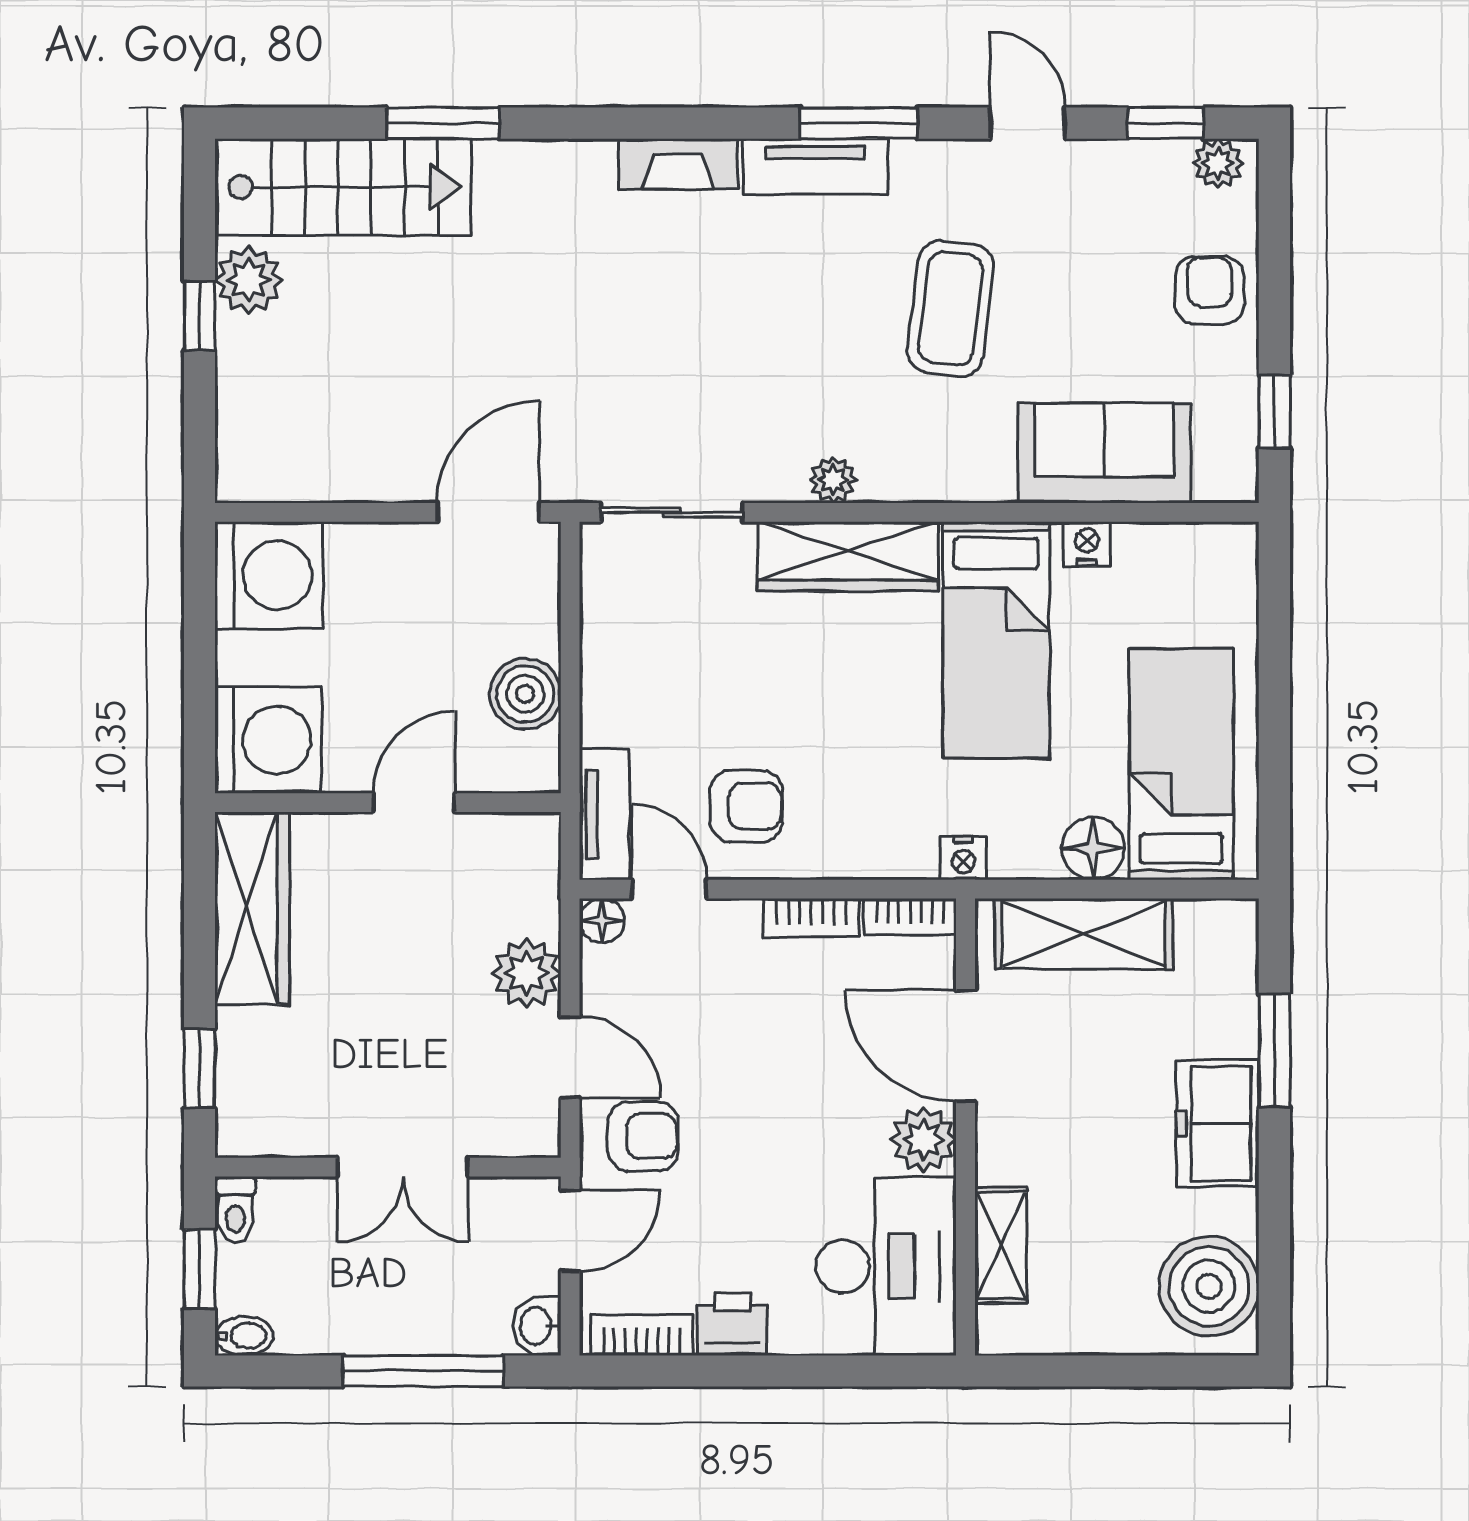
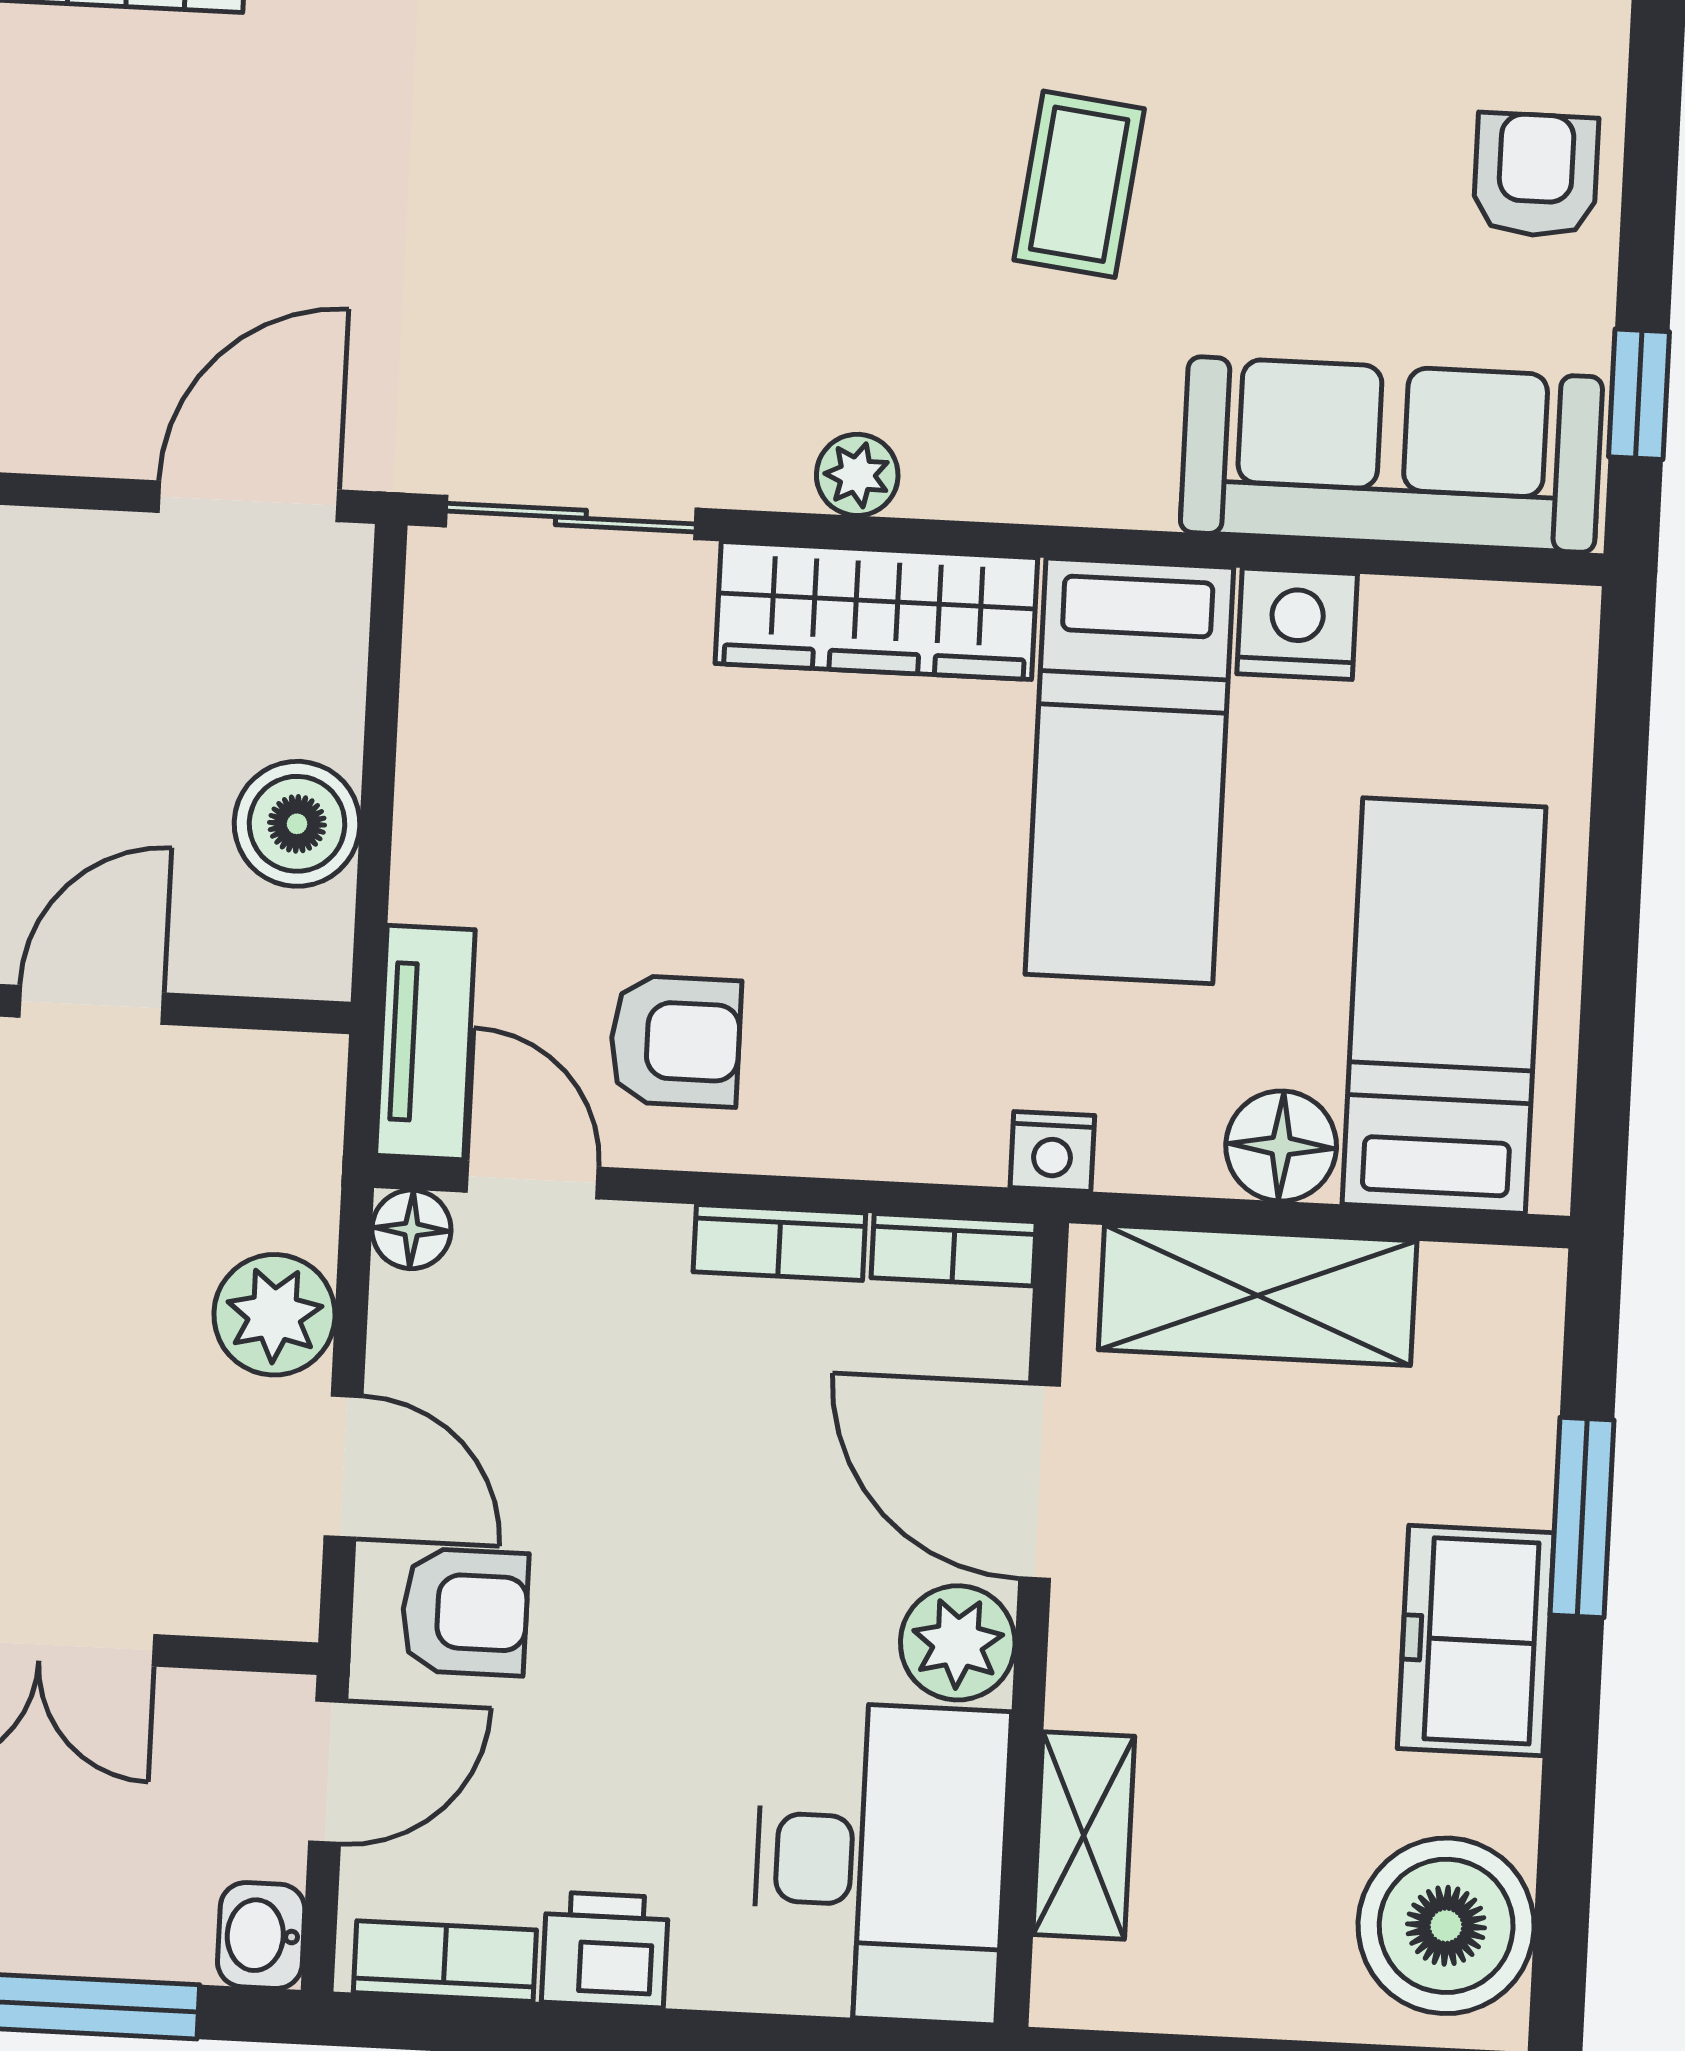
coffee table: (951, 309) -> (1079, 184), width x0.73, depth x0.77
sofa: (1104, 453) -> (1391, 455), width x1.36
nightstand: (1087, 544) -> (1297, 624), width x1.39, depth x1.35

